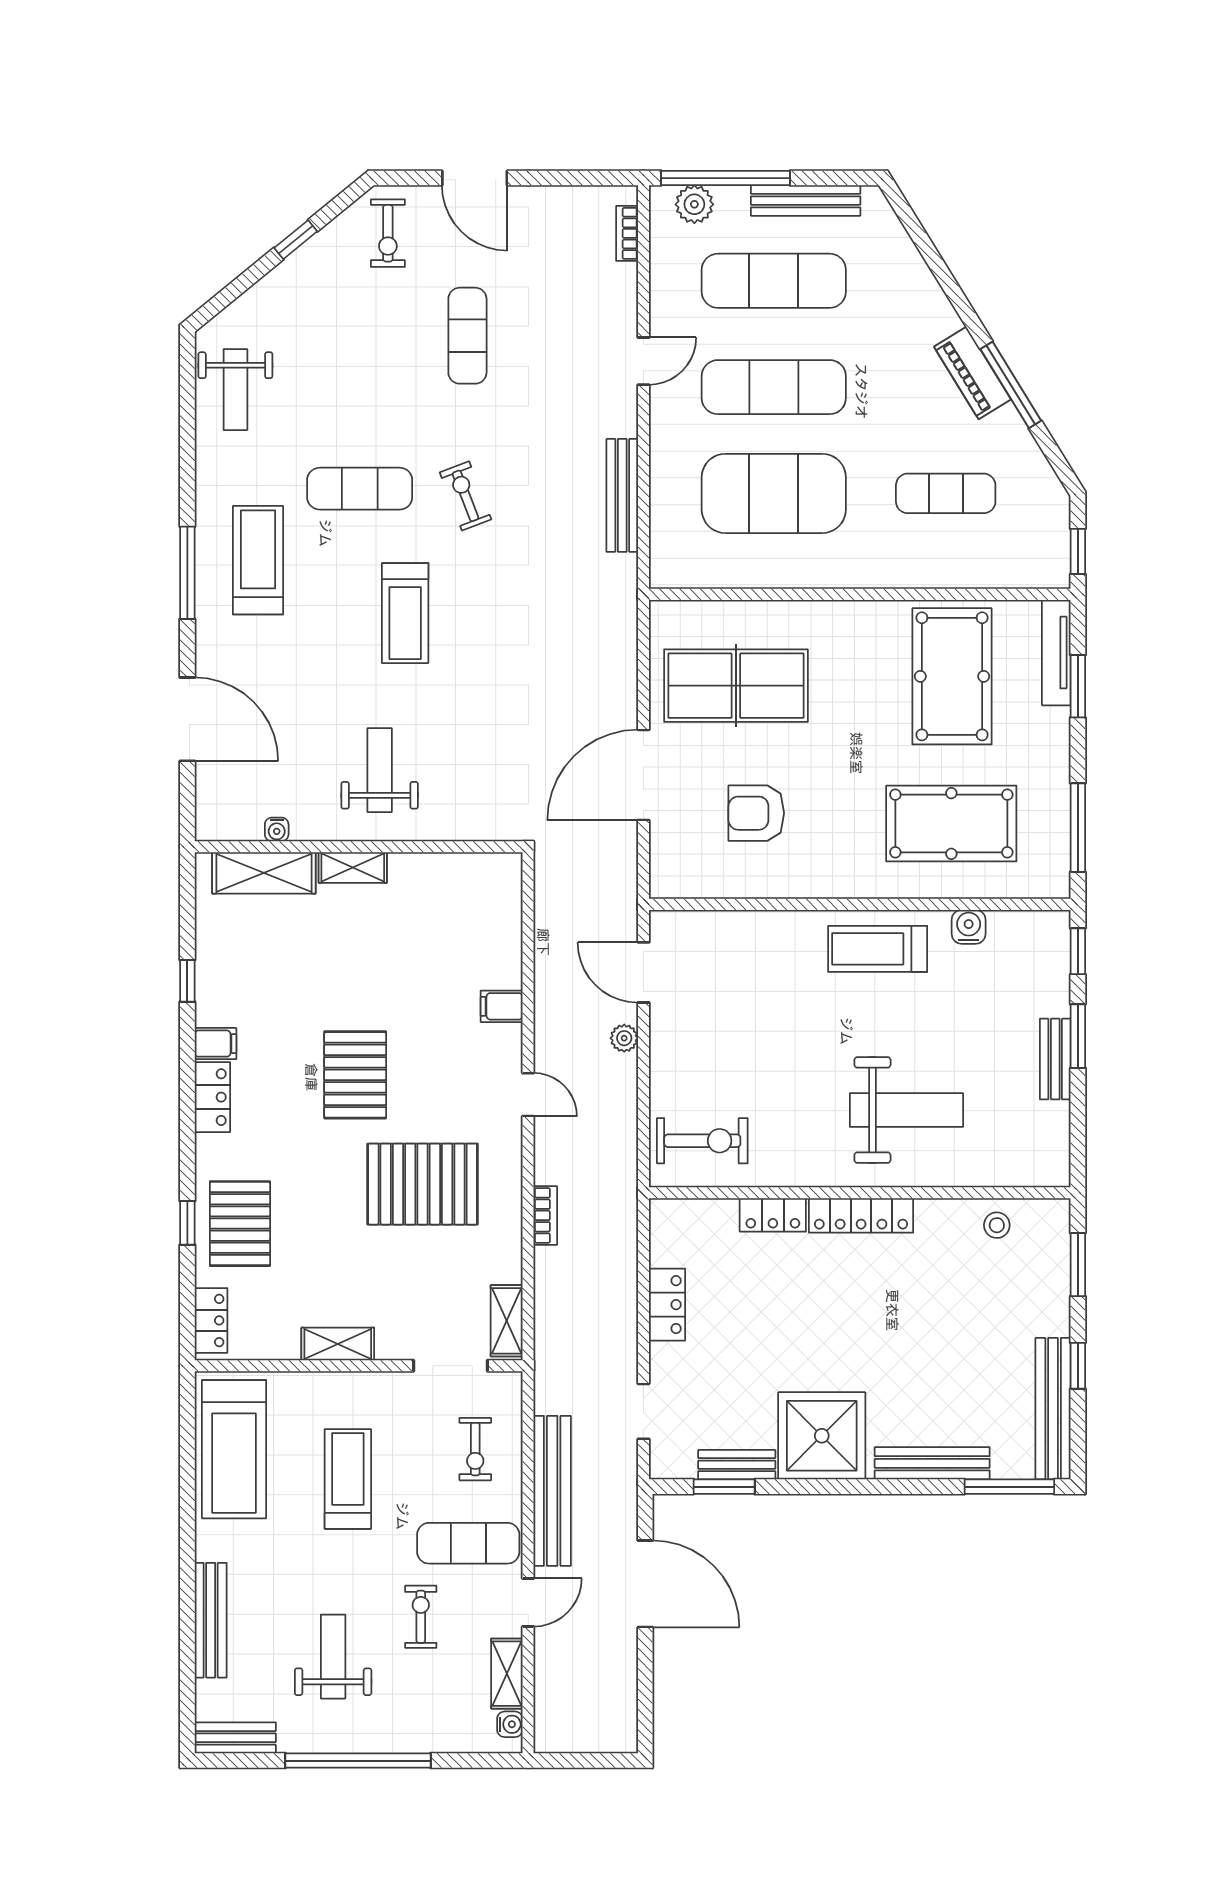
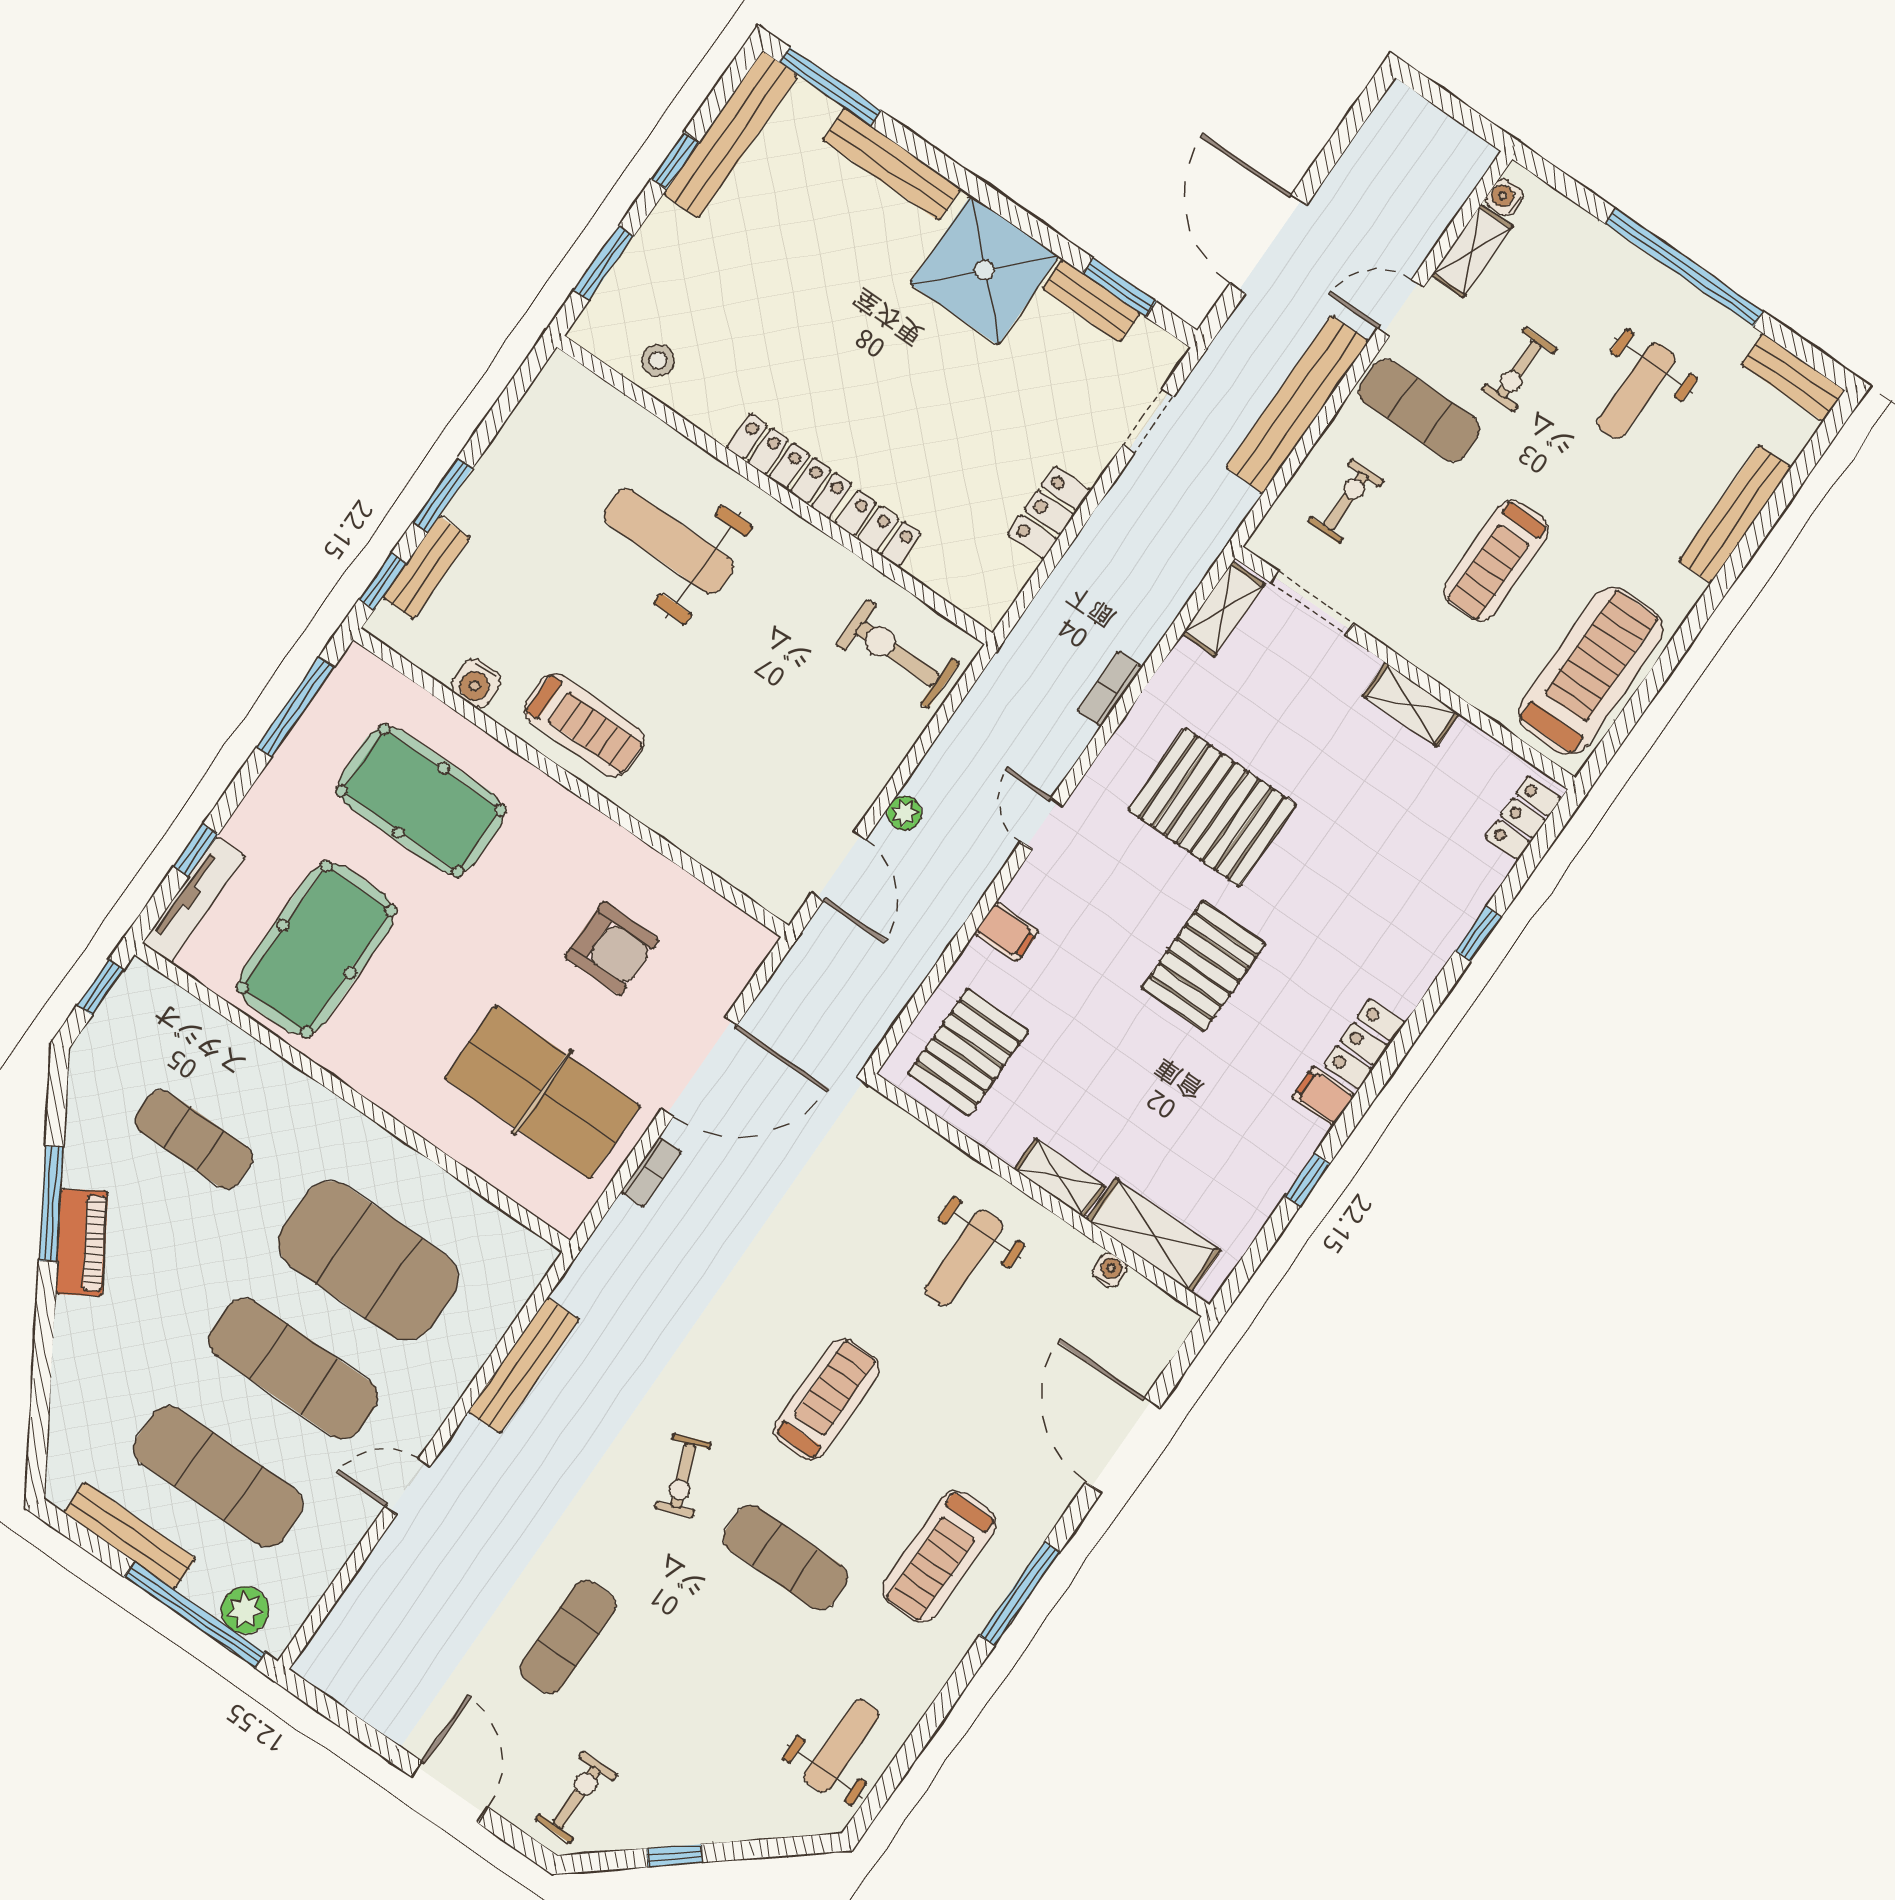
bookcase: (627, 233) -> (651, 1172), moved
window: (1078, 686) -> (196, 850), width x0.67
bench: (1055, 1059) -> (426, 567), moved
pallet: (240, 1224) -> (968, 1052), moved

